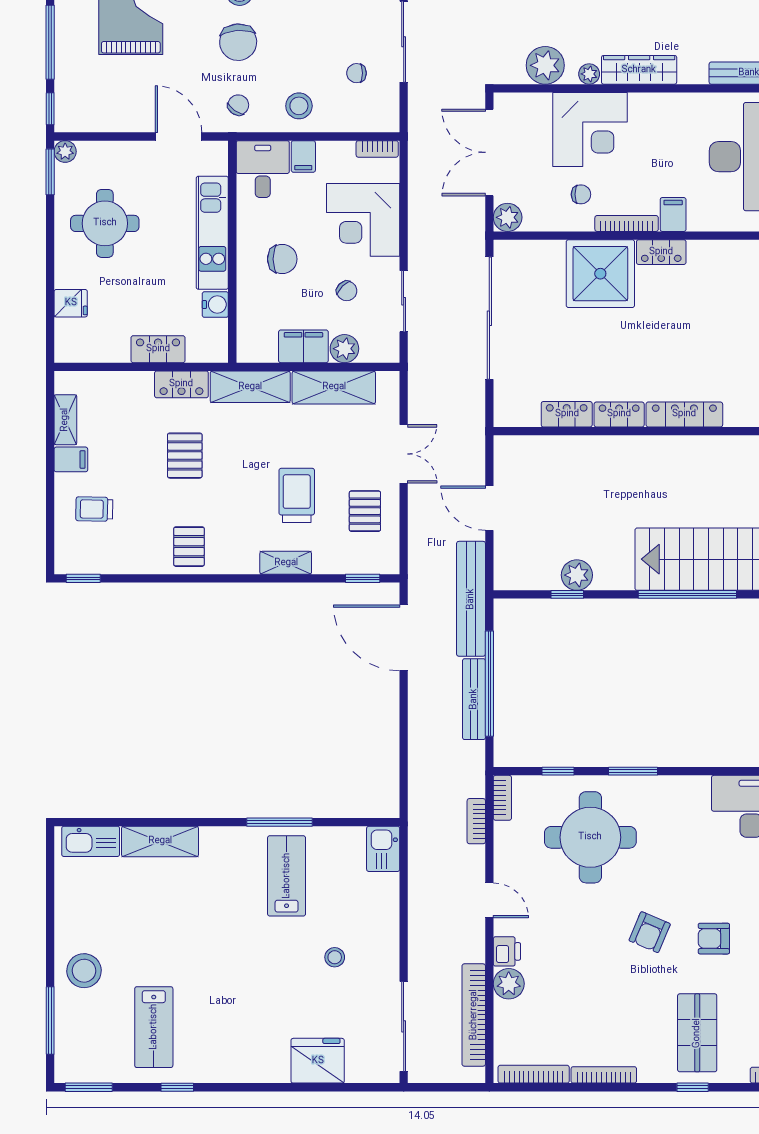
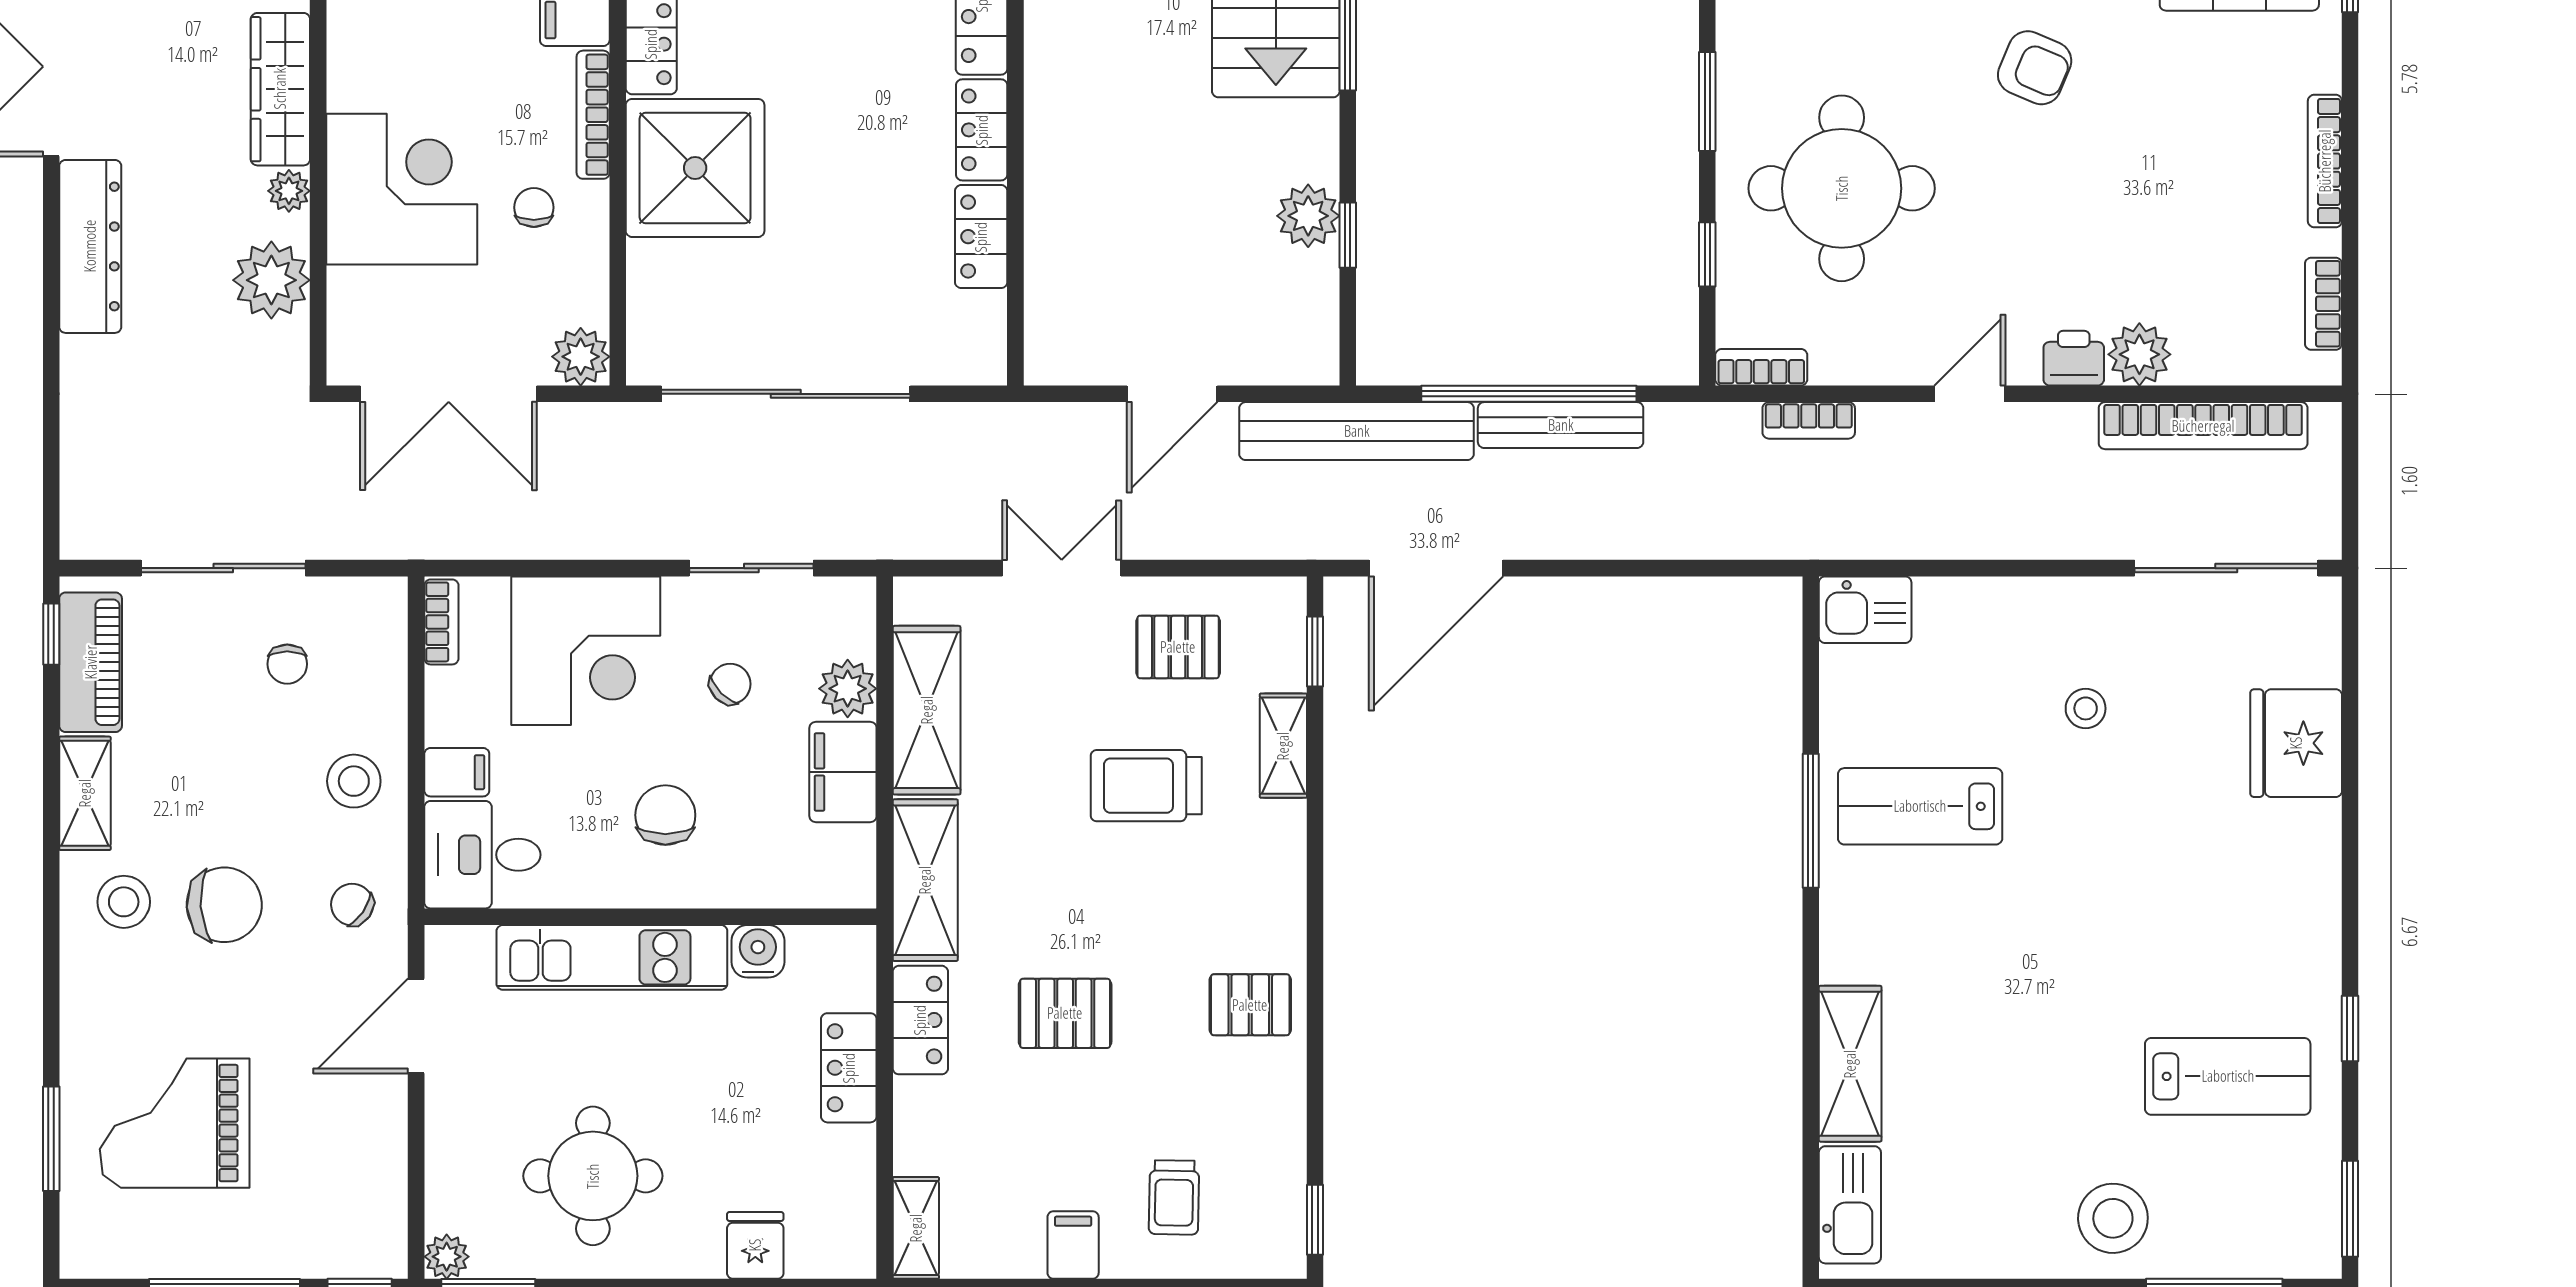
shelving: (65, 420) -> (916, 1228), moved, turned 90
shelving: (286, 563) -> (1283, 746), moved
bookcase: (534, 1074) -> (2323, 304), width x0.64

